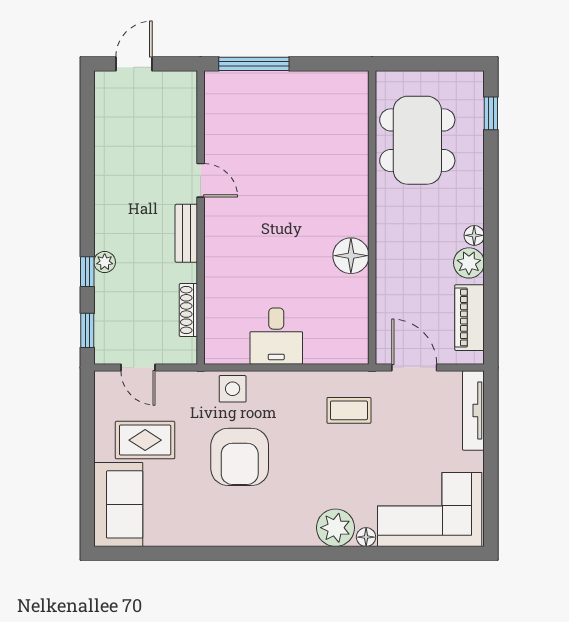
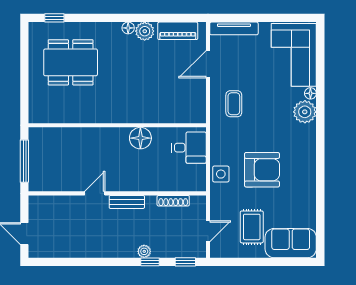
wall: (372, 217) -> (117, 125), moved
floor lamp: (351, 256) -> (140, 138), moved

